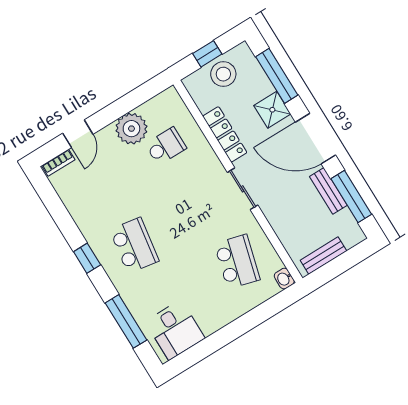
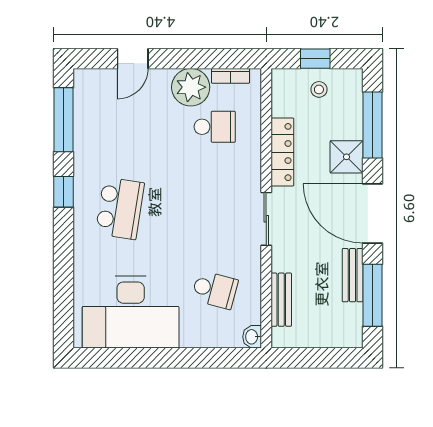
stool: (223, 74) -> (319, 89), width x0.53, depth x0.53
bookcase: (58, 163) -> (231, 76), moved
bench: (323, 256) -> (281, 300), moved, turned 90
school desk: (237, 262) -> (215, 290), width x0.54
window: (126, 321) -> (63, 120), moved
desk: (175, 330) -> (131, 312), width x1.87, depth x1.30

